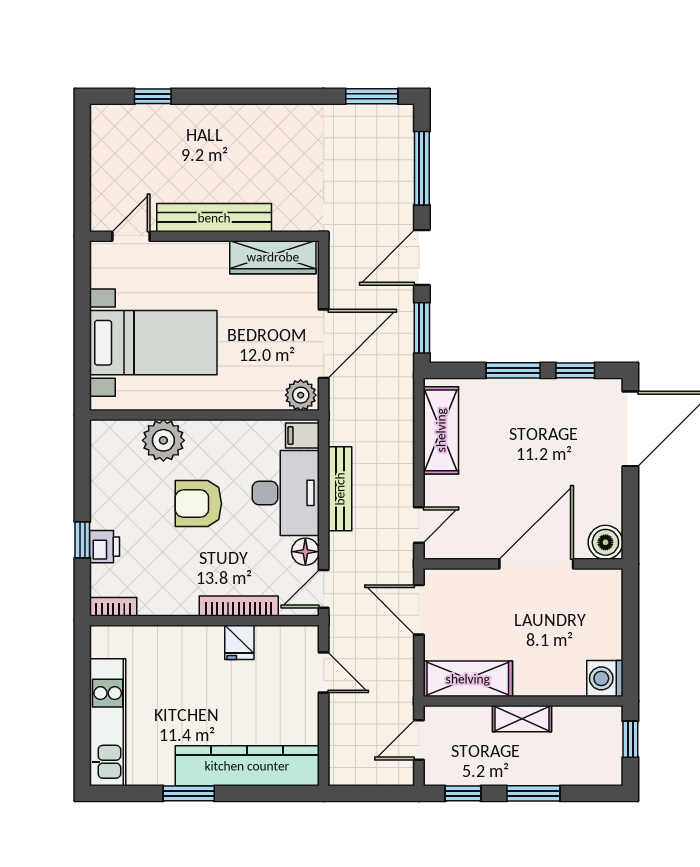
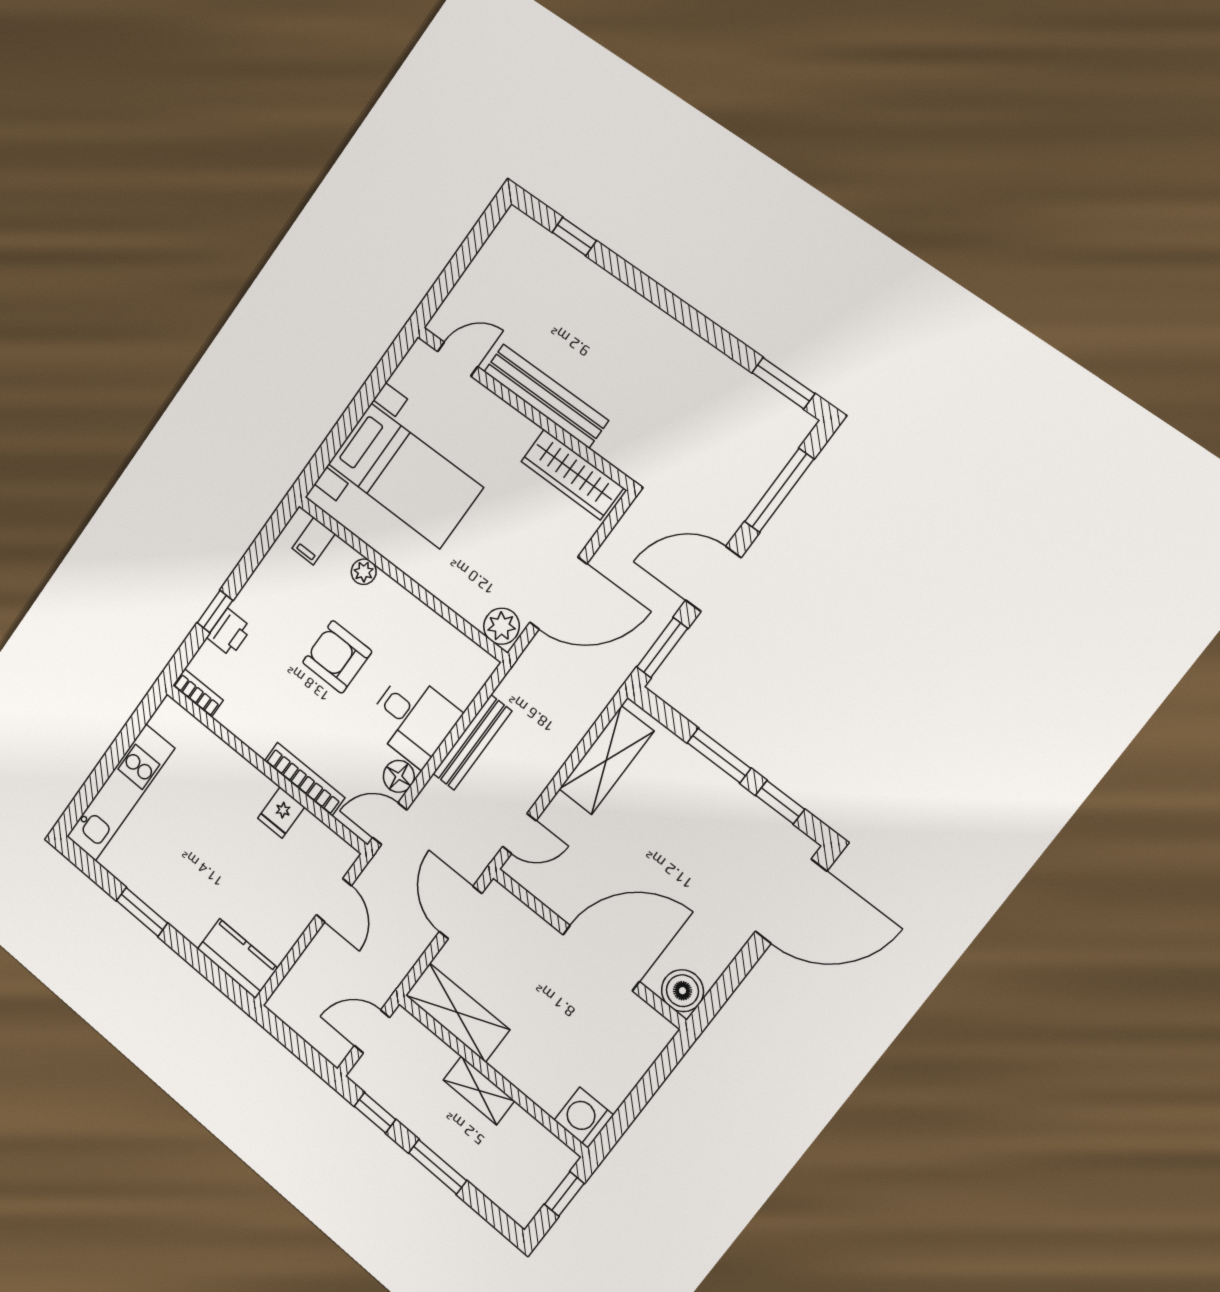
filing cabinet: (302, 435) -> (314, 541), moved, turned -90
plant: (163, 440) -> (364, 572), width x0.53, depth x0.53
desk: (286, 493) -> (413, 719), width x0.73
kitchen counter: (247, 766) -> (237, 958), width x0.48, depth x0.86

